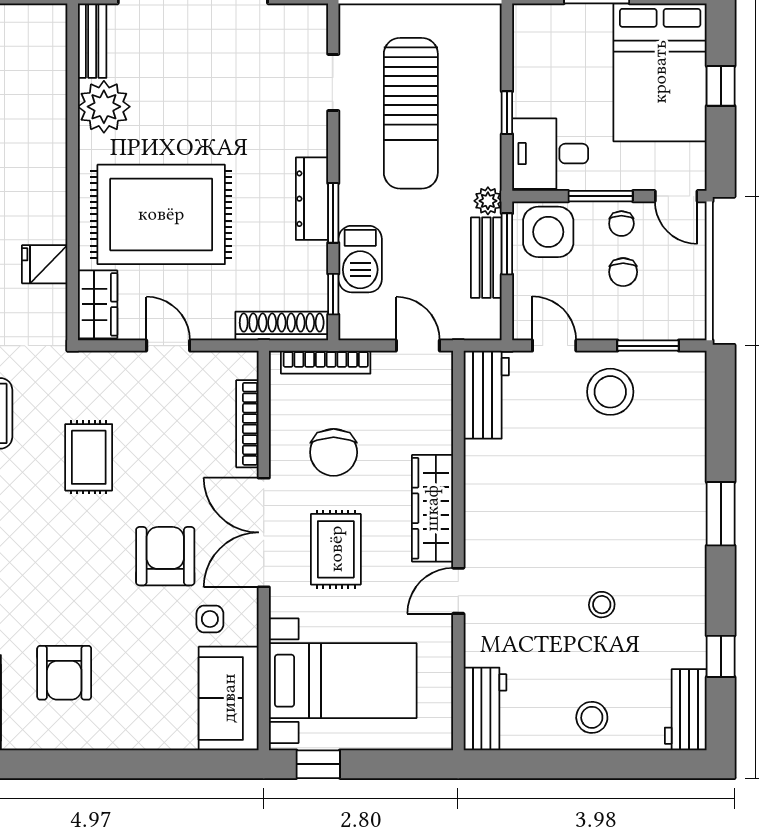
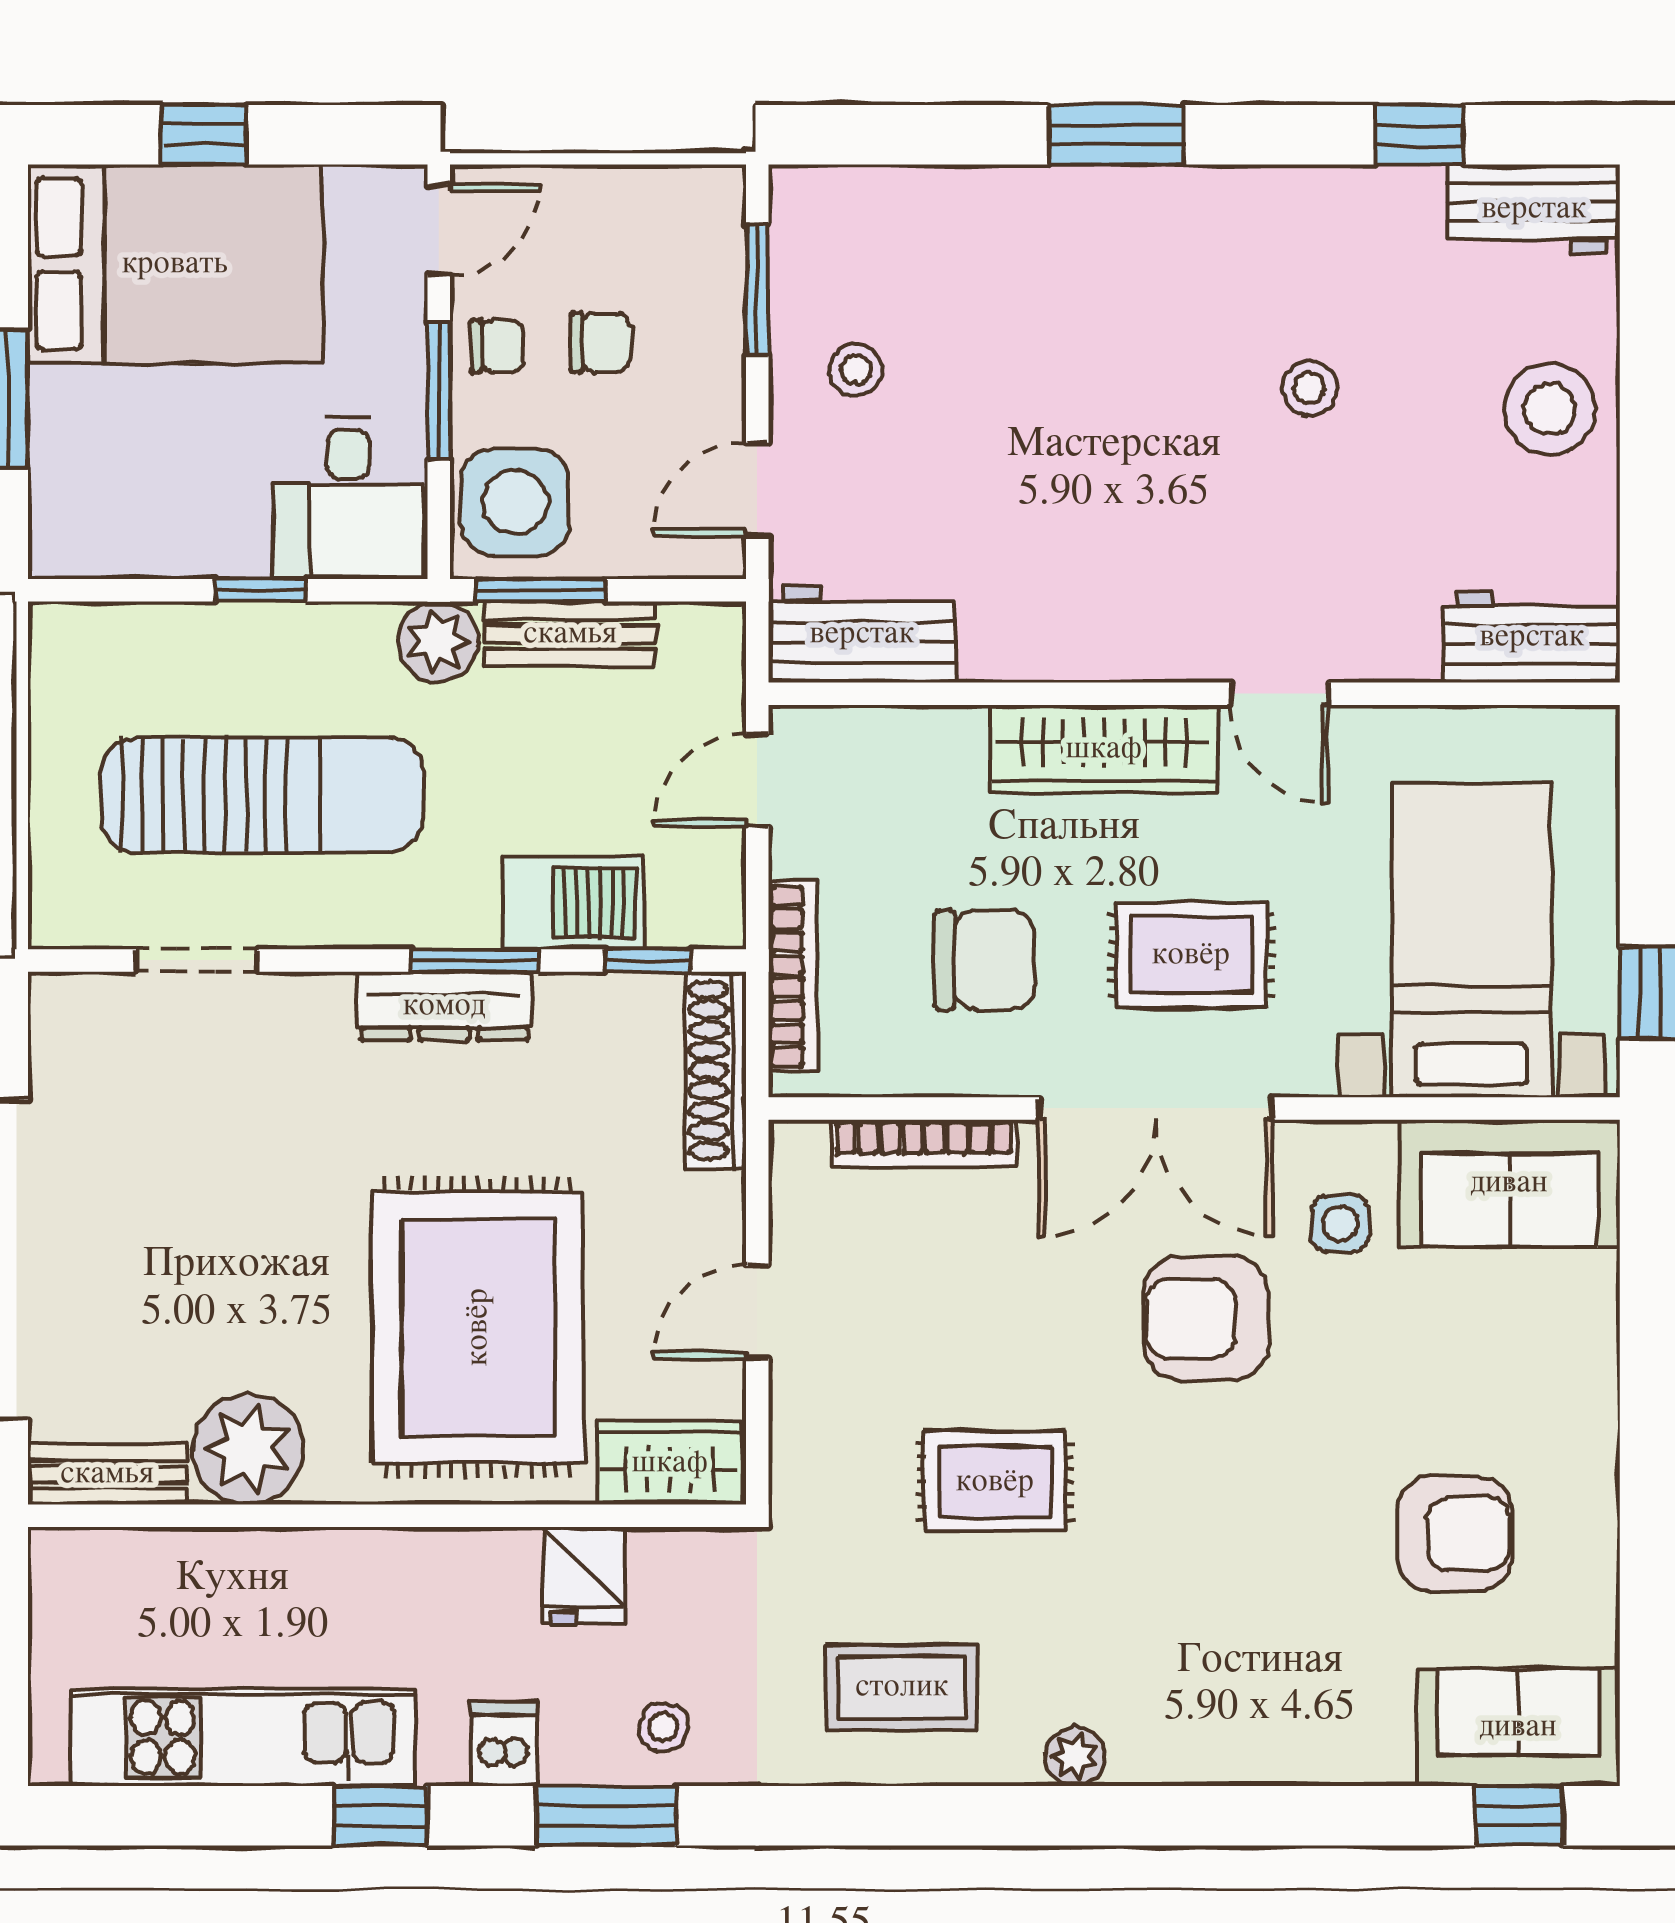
plant: (488, 201) -> (438, 642), width x1.38, depth x1.38
stool: (610, 392) -> (856, 370), width x0.53, depth x0.53
stool: (592, 717) -> (1550, 409), width x1.38, depth x1.38

